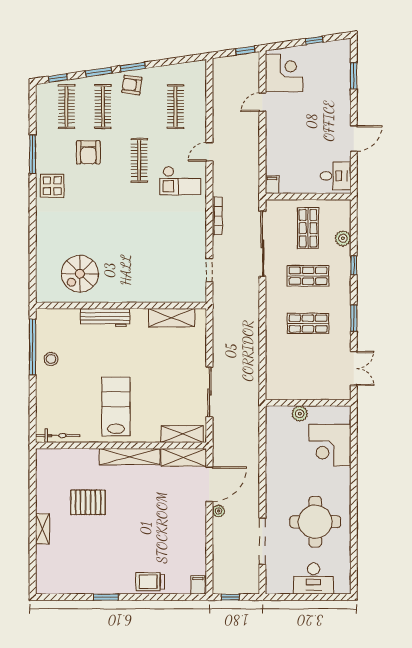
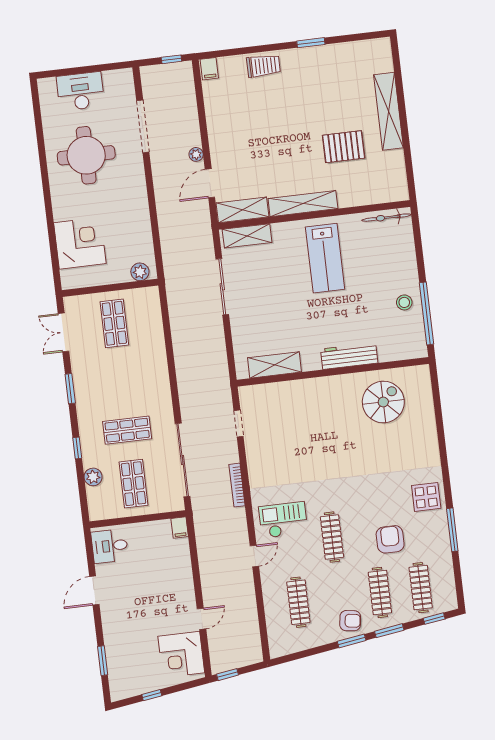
shop shelf: (308, 323) -> (114, 323), moved, turned 90
plant: (300, 414) -> (140, 272), moved
door: (209, 484) -> (210, 183), width x0.73
shelving: (42, 529) -> (389, 111), width x2.20, depth x1.33

